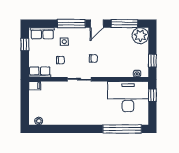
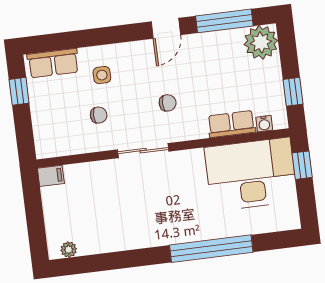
window: (71, 24) -> (112, 35), removed
row of seats: (40, 72) -> (232, 124), moved
window: (122, 129) -> (211, 249), moved

